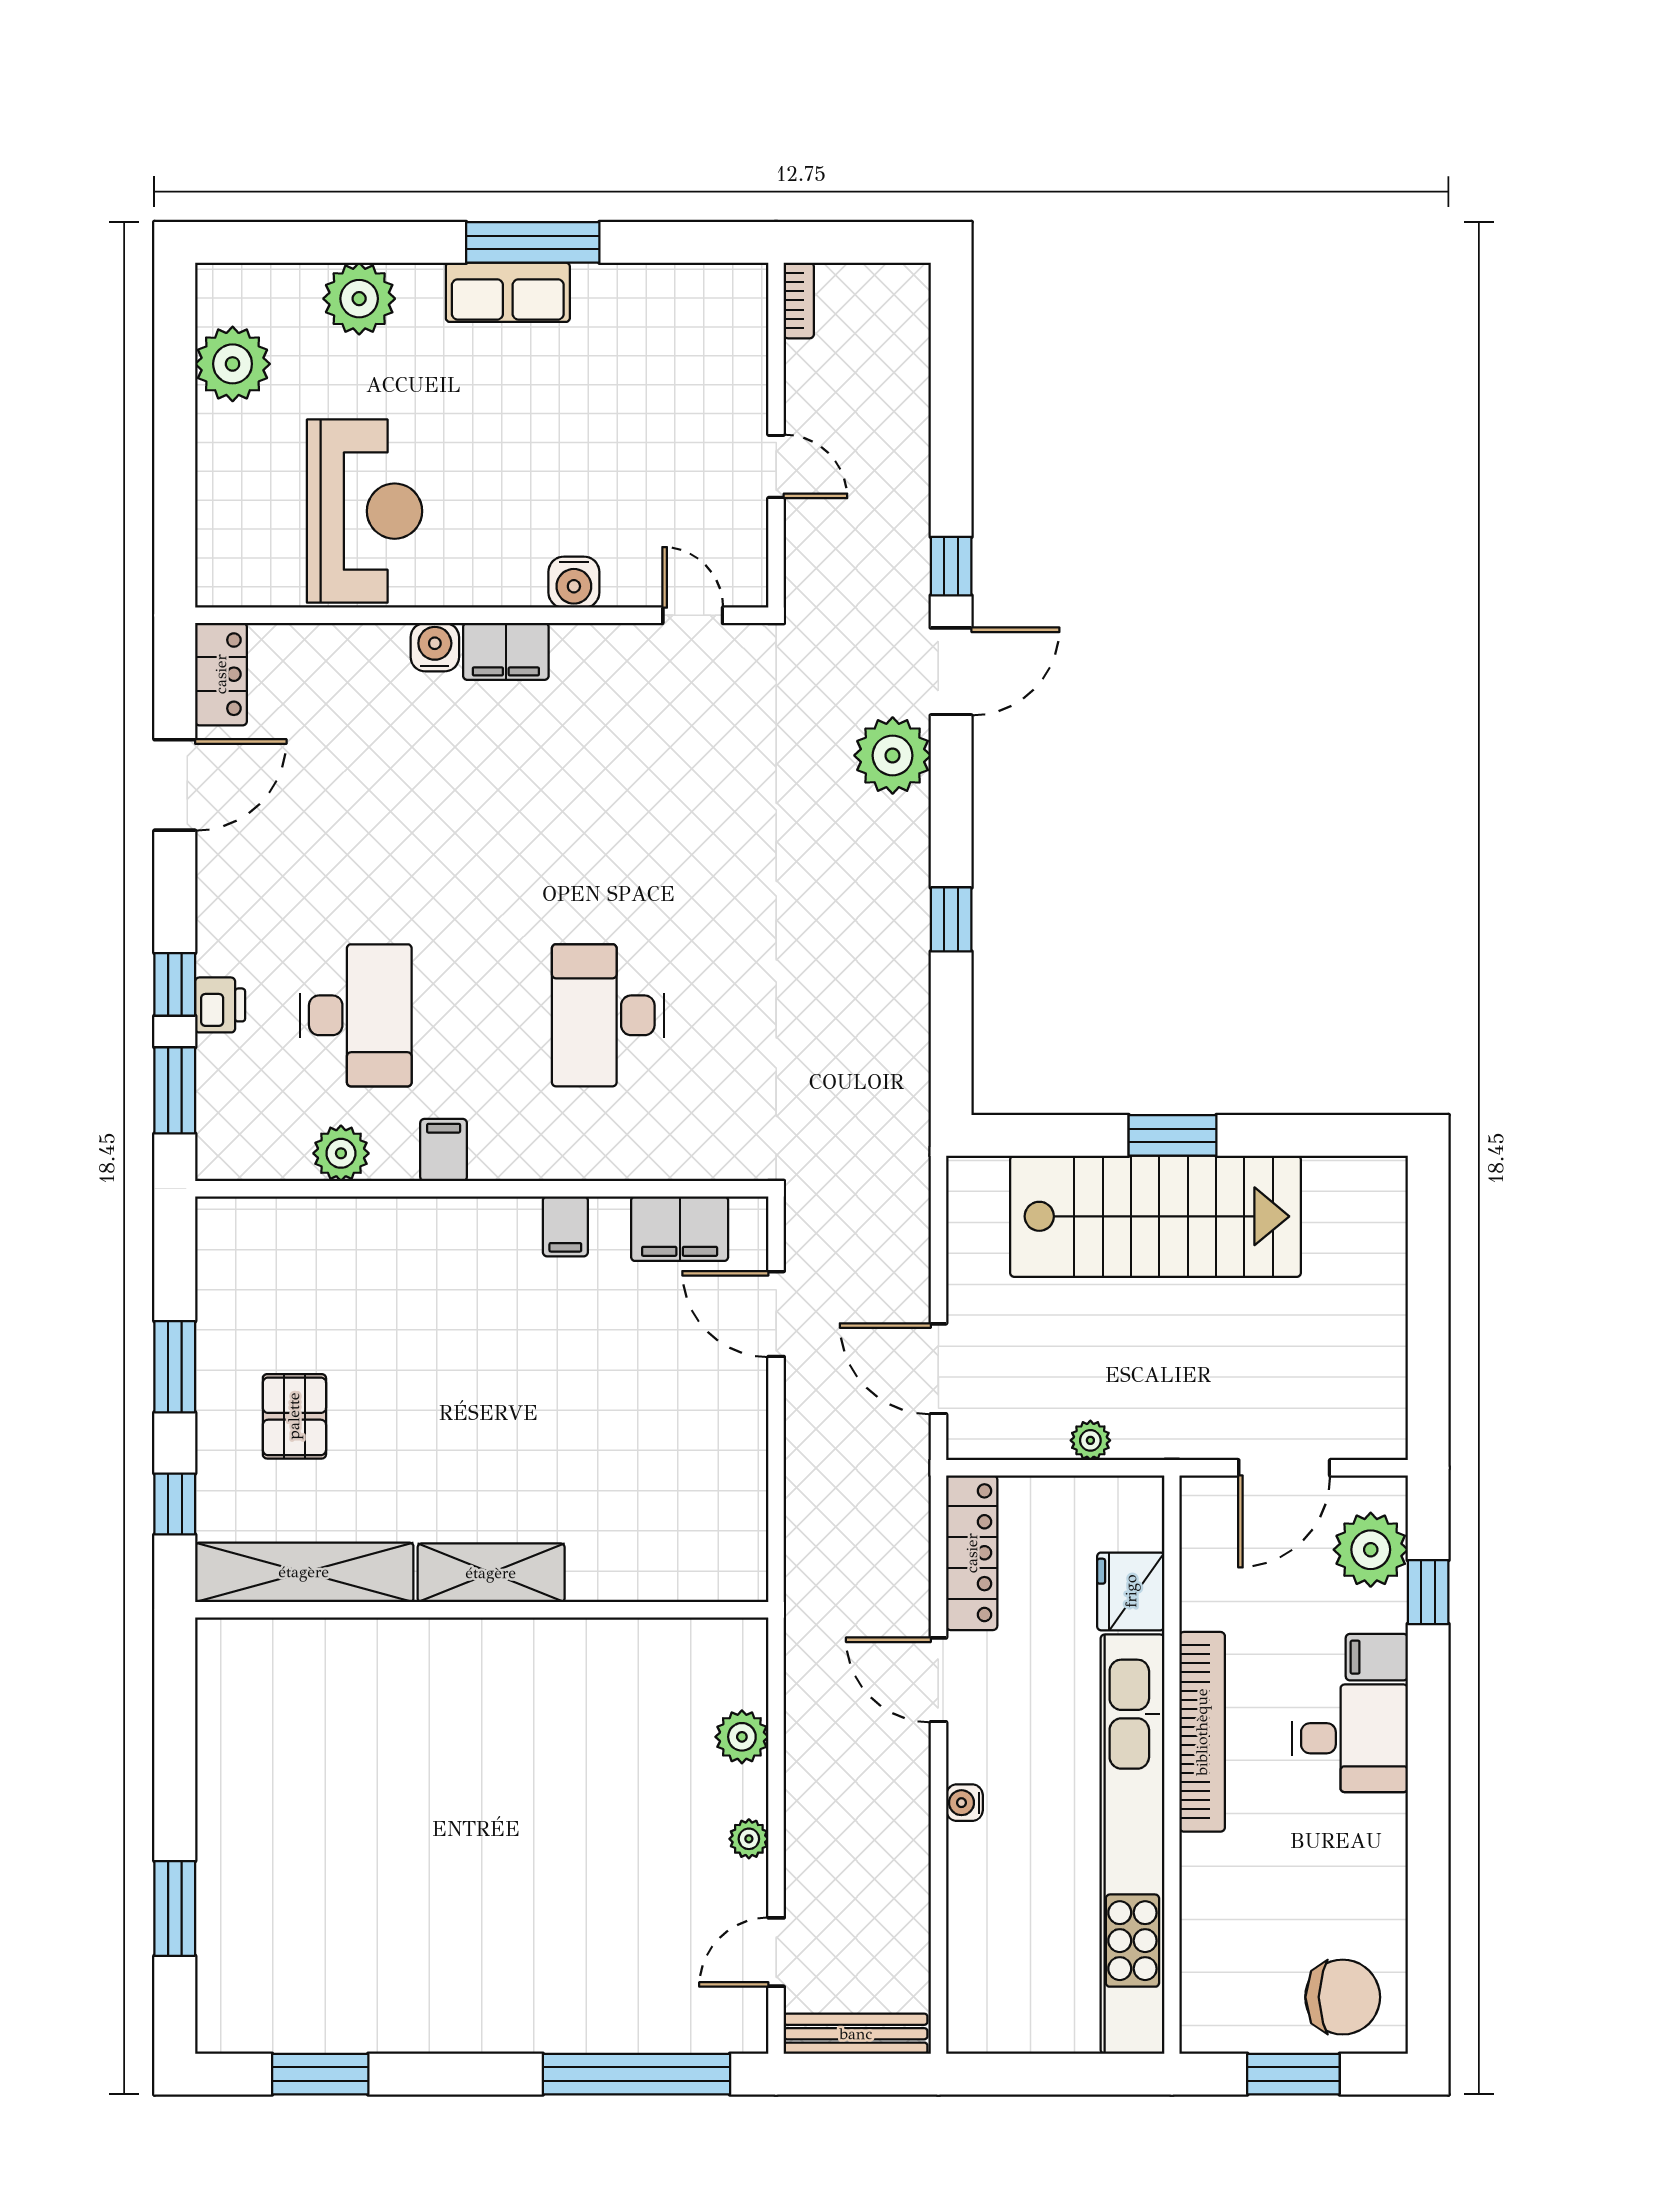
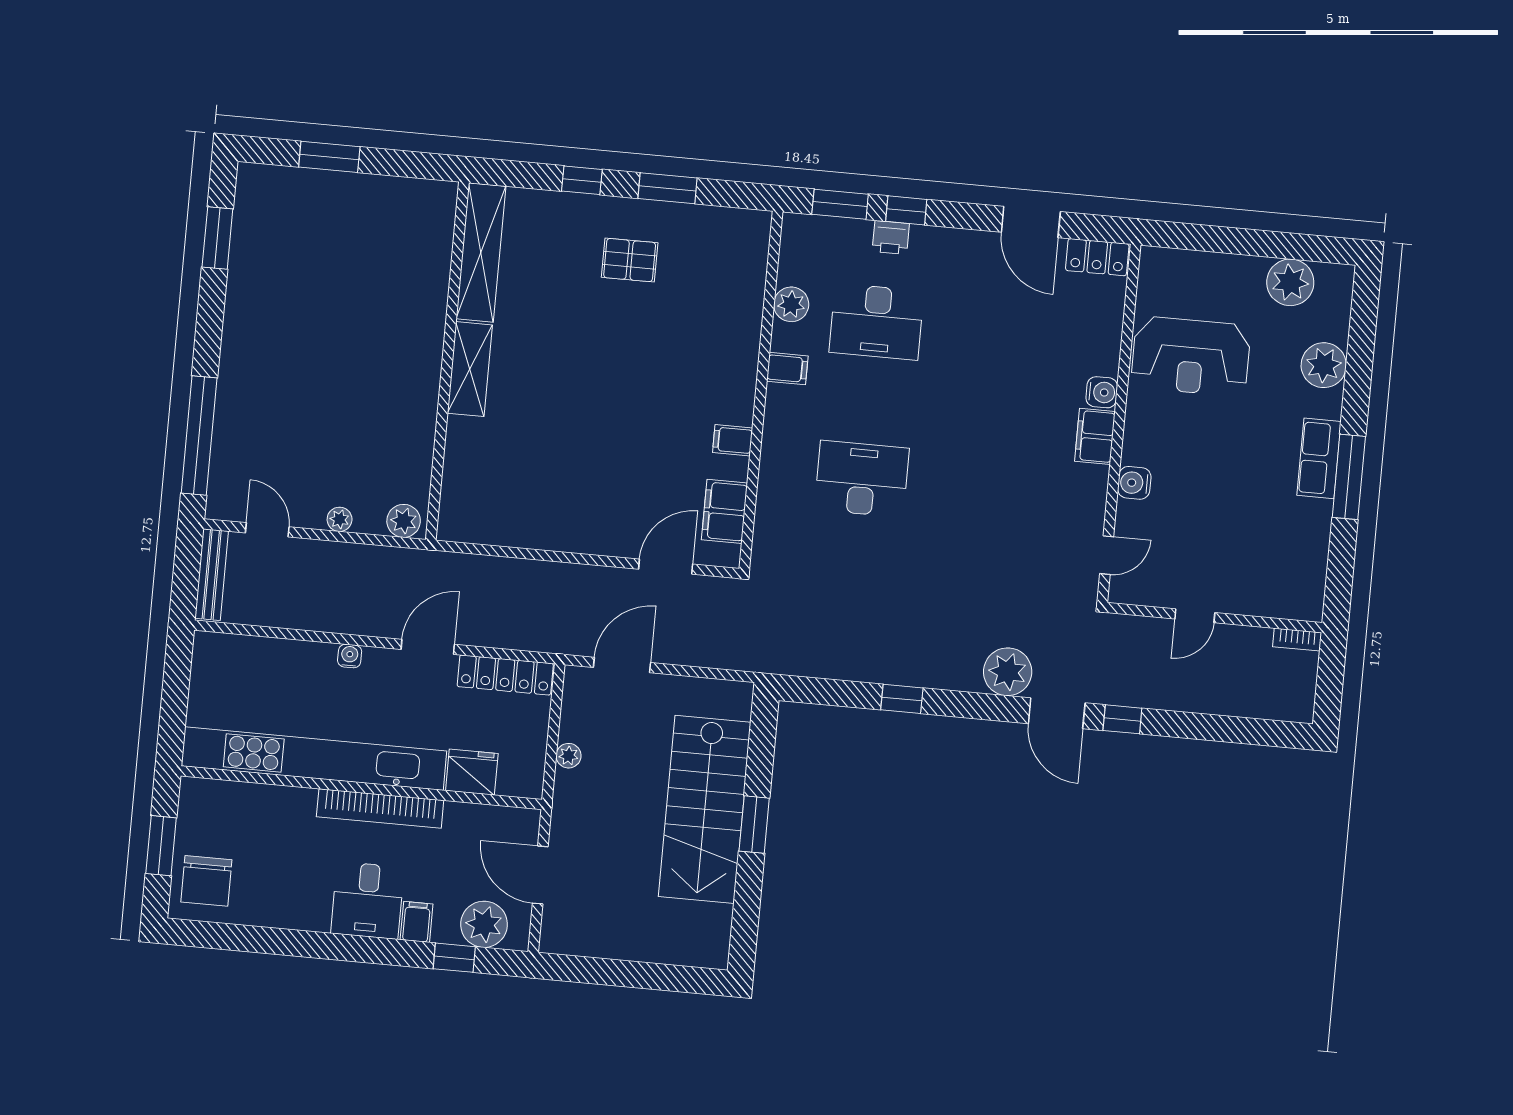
shelving: (304, 1572) -> (481, 252), moved
shelving: (491, 1573) -> (470, 369), moved
wall: (482, 1610) -> (447, 361), moved

